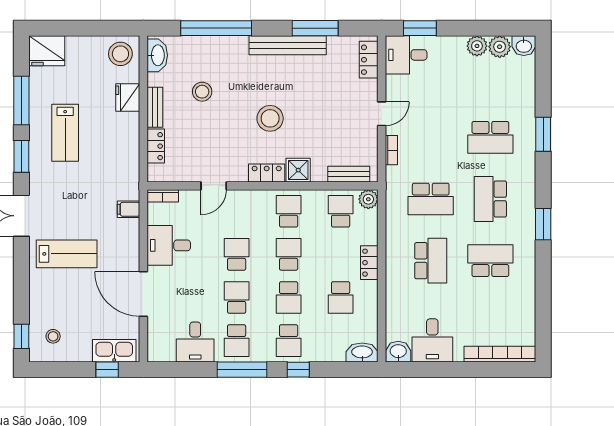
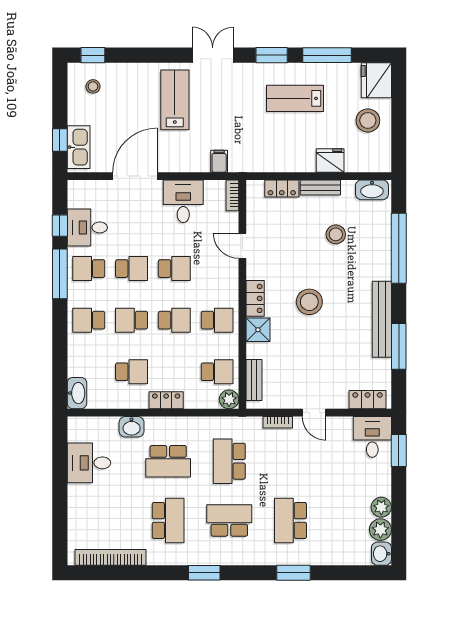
stool: (120, 54) -> (368, 120), moved
lab bench: (67, 254) -> (175, 100), turned 180
school desk: (341, 297) -> (132, 372), turned 180
washbasin: (398, 352) -> (132, 427), moved, turned 90
bookcase: (500, 354) -> (111, 557), moved, turned -90
window: (298, 370) -> (60, 226), moved

